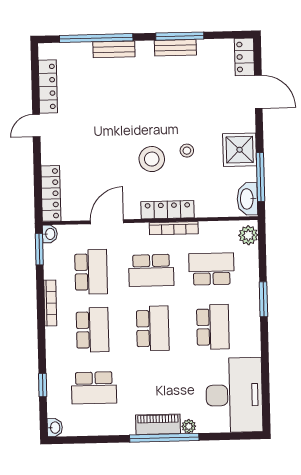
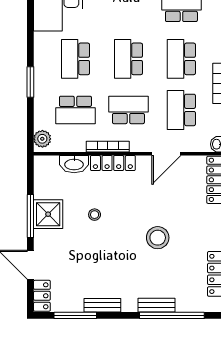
window: (180, 36) -> (75, 315), moved
stool: (152, 159) -> (158, 238), moved
window: (260, 177) -> (30, 216), moved
washbasin: (247, 199) -> (74, 164), moved, turned 90

